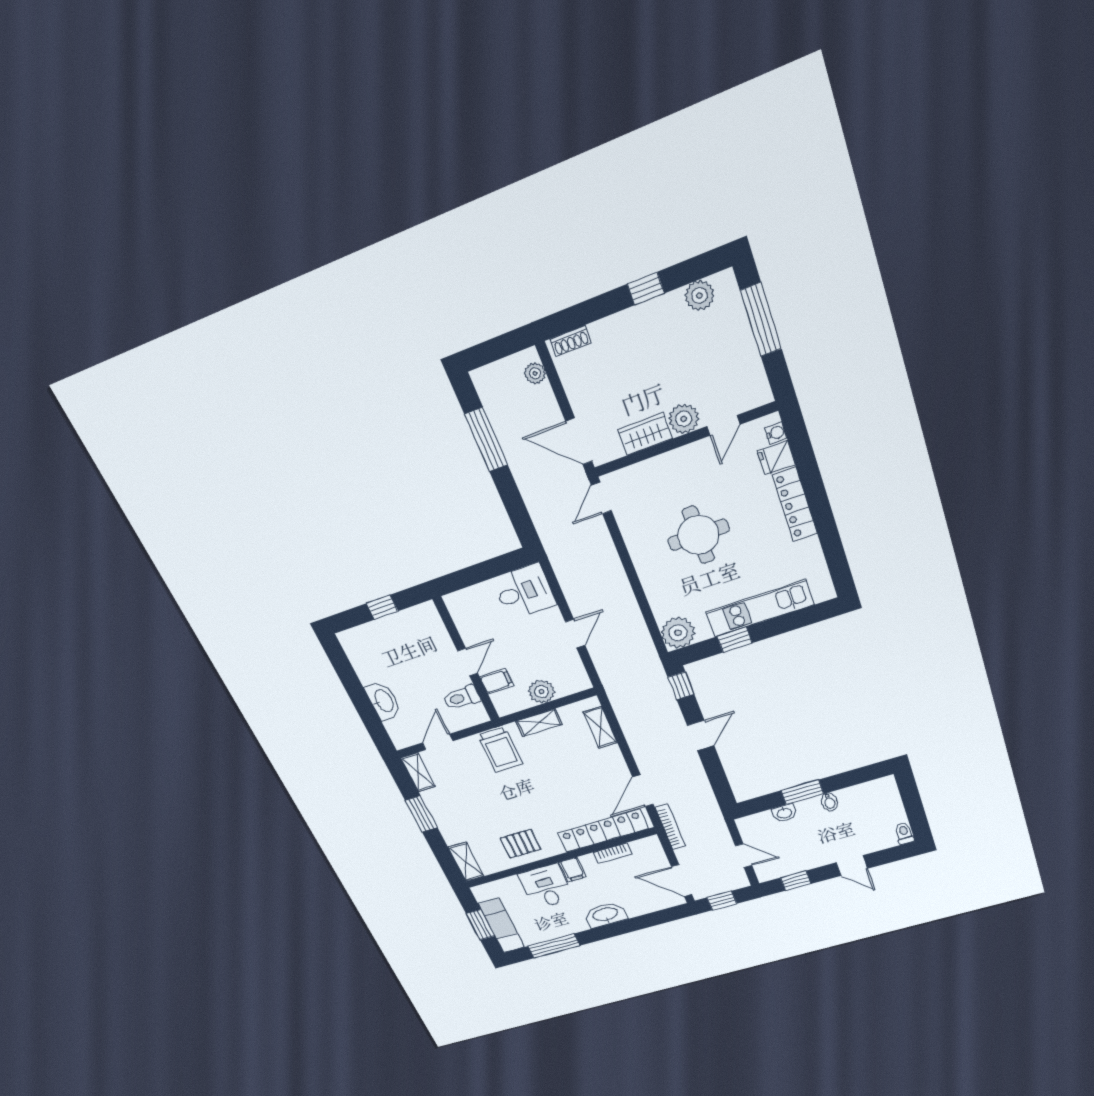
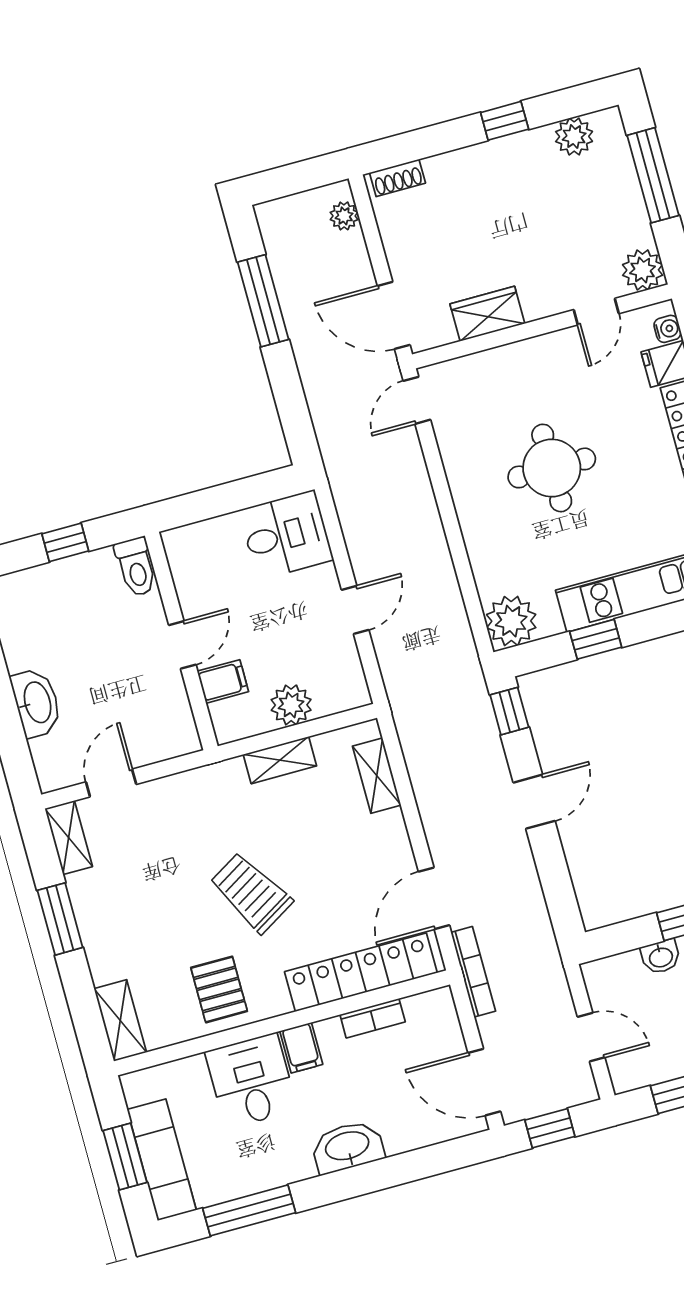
plant: (684, 419) -> (643, 270), moved
toilet: (462, 698) -> (136, 567), moved, turned -90
trolley: (500, 750) -> (251, 893), moved, turned 149
pallet: (521, 844) -> (219, 989), turned 90

